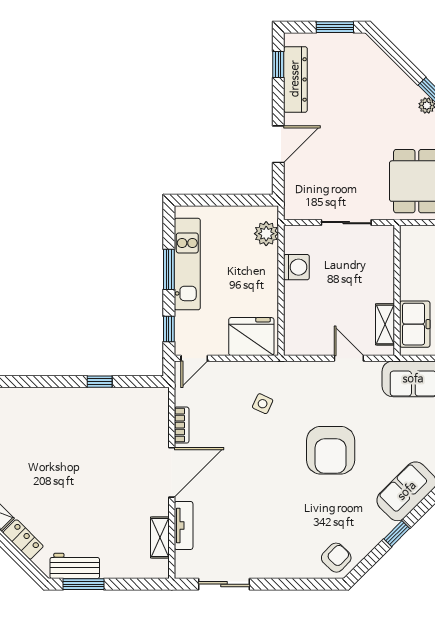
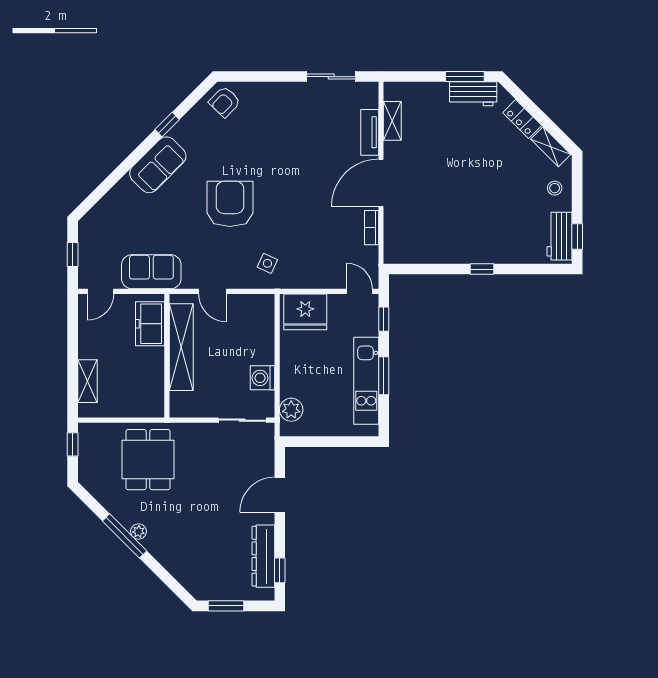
sliding door: (346, 223) -> (242, 420), moved
shelving: (385, 324) -> (181, 347), width x2.20, depth x1.33
door: (194, 358) -> (360, 291), hinge flipped
window: (100, 382) -> (482, 269), moved
side table: (263, 404) -> (267, 263), moved

